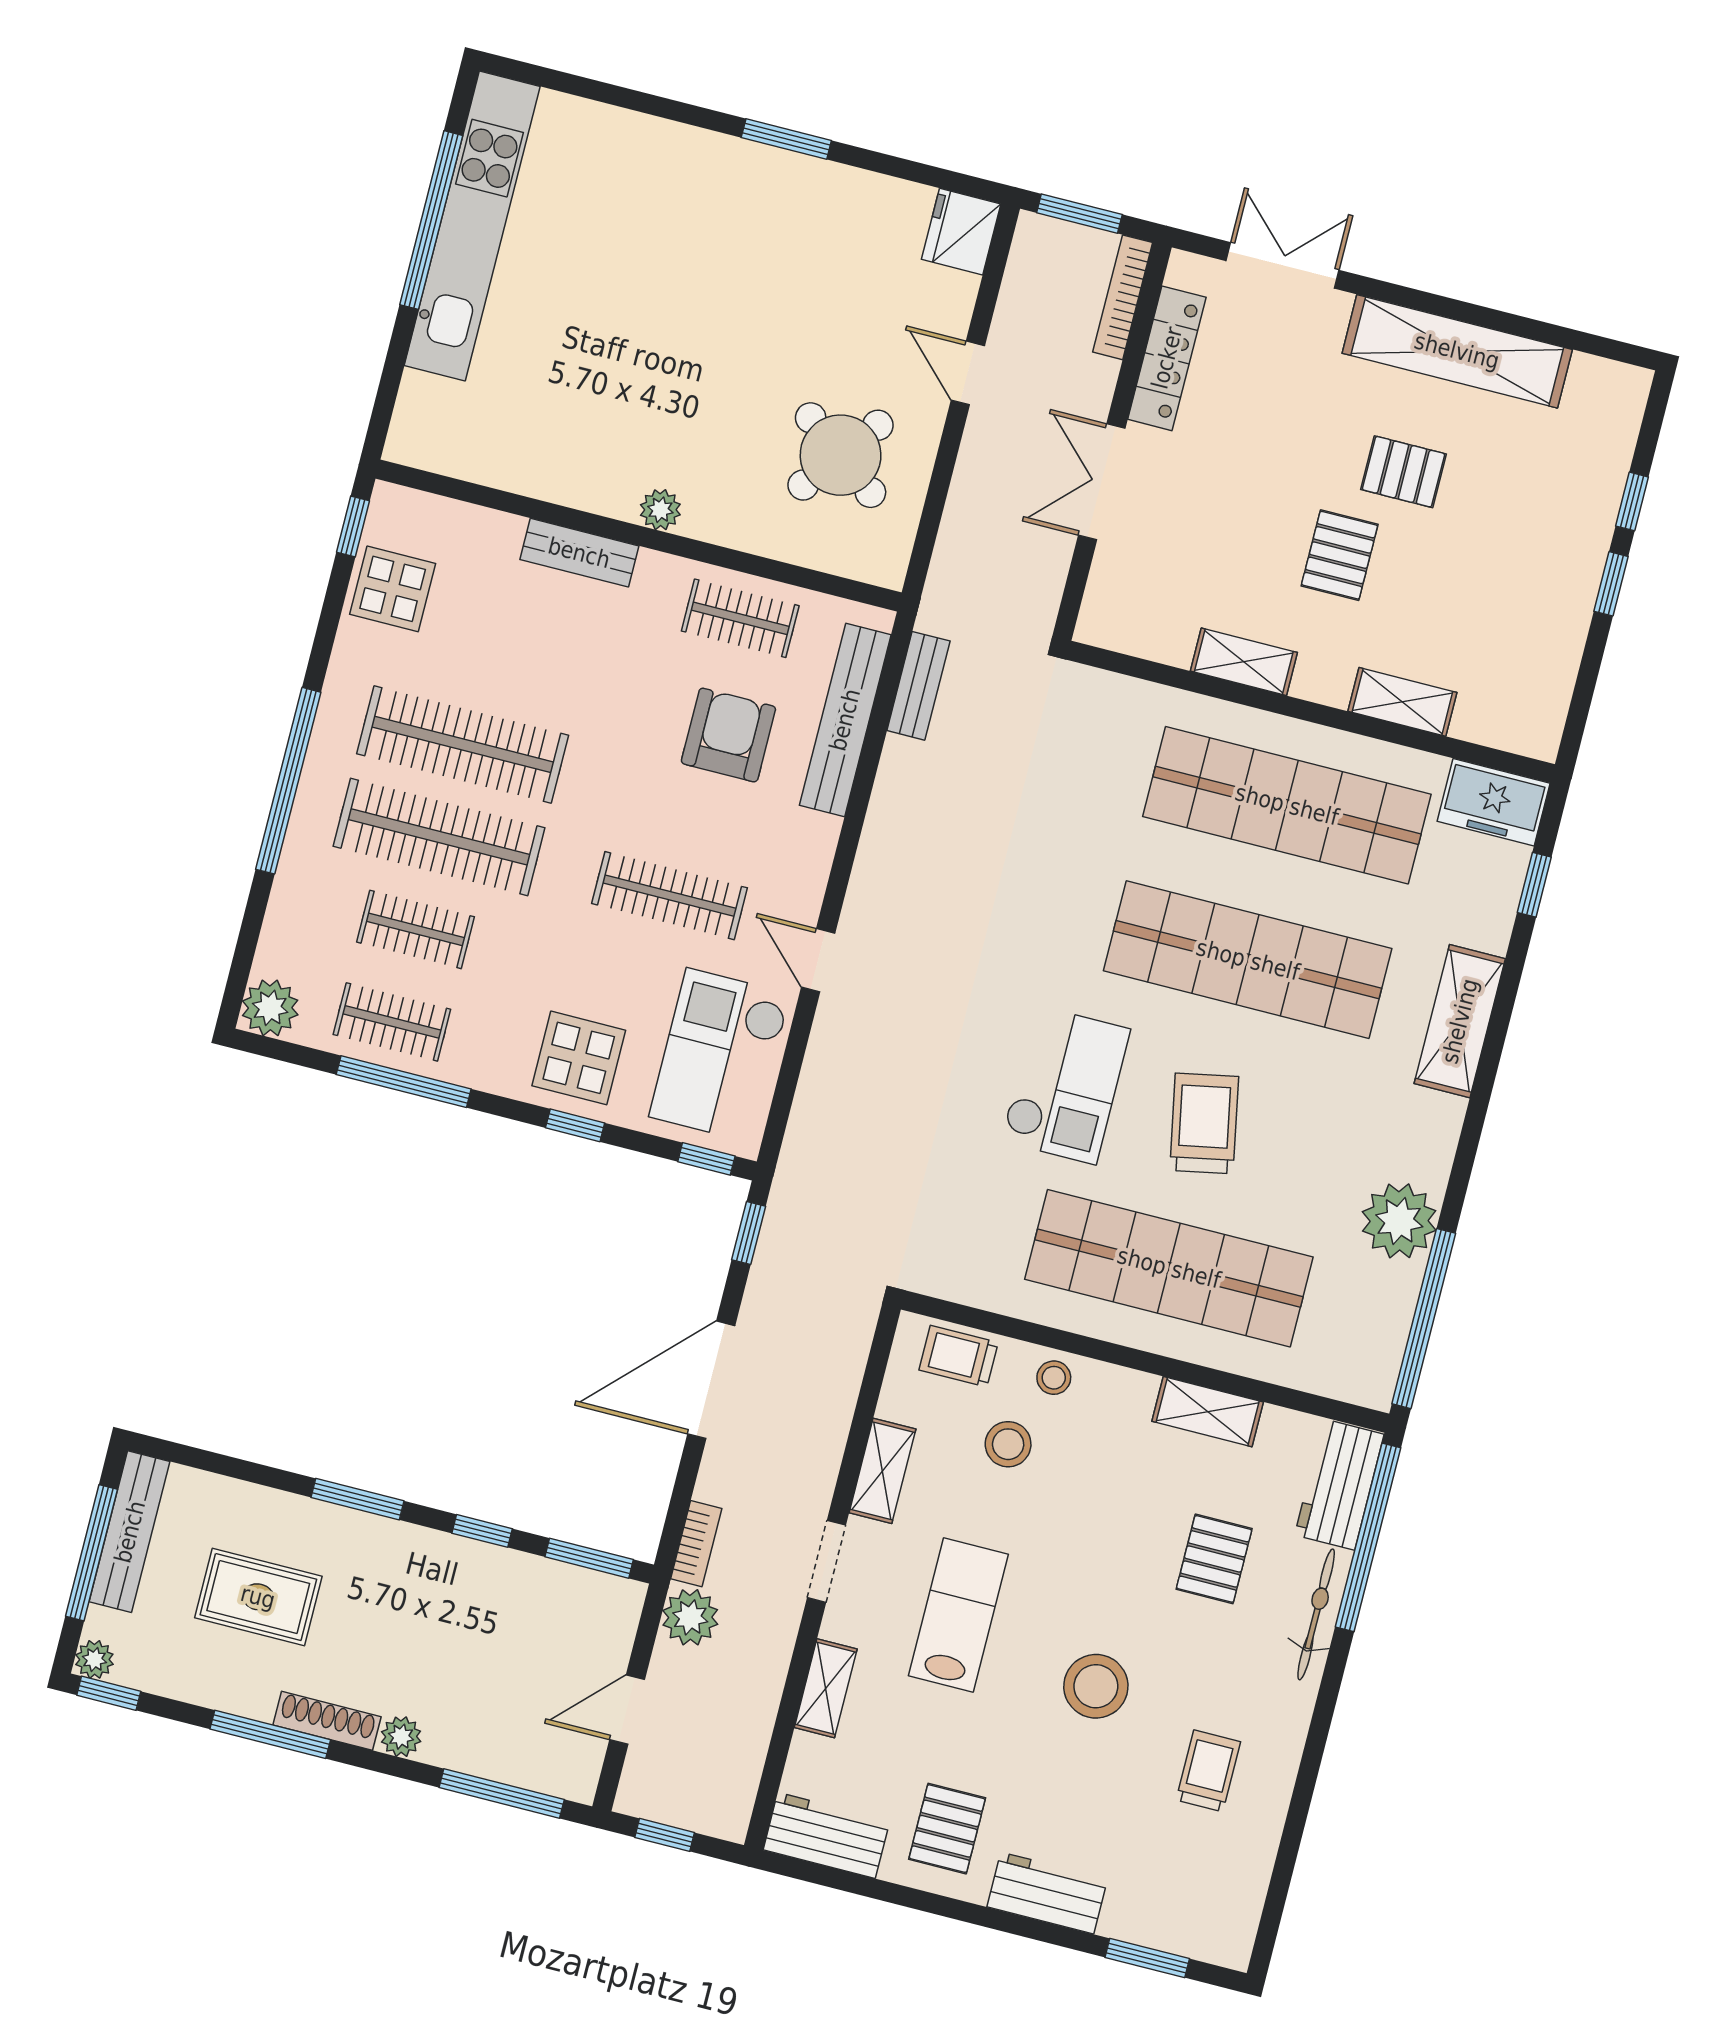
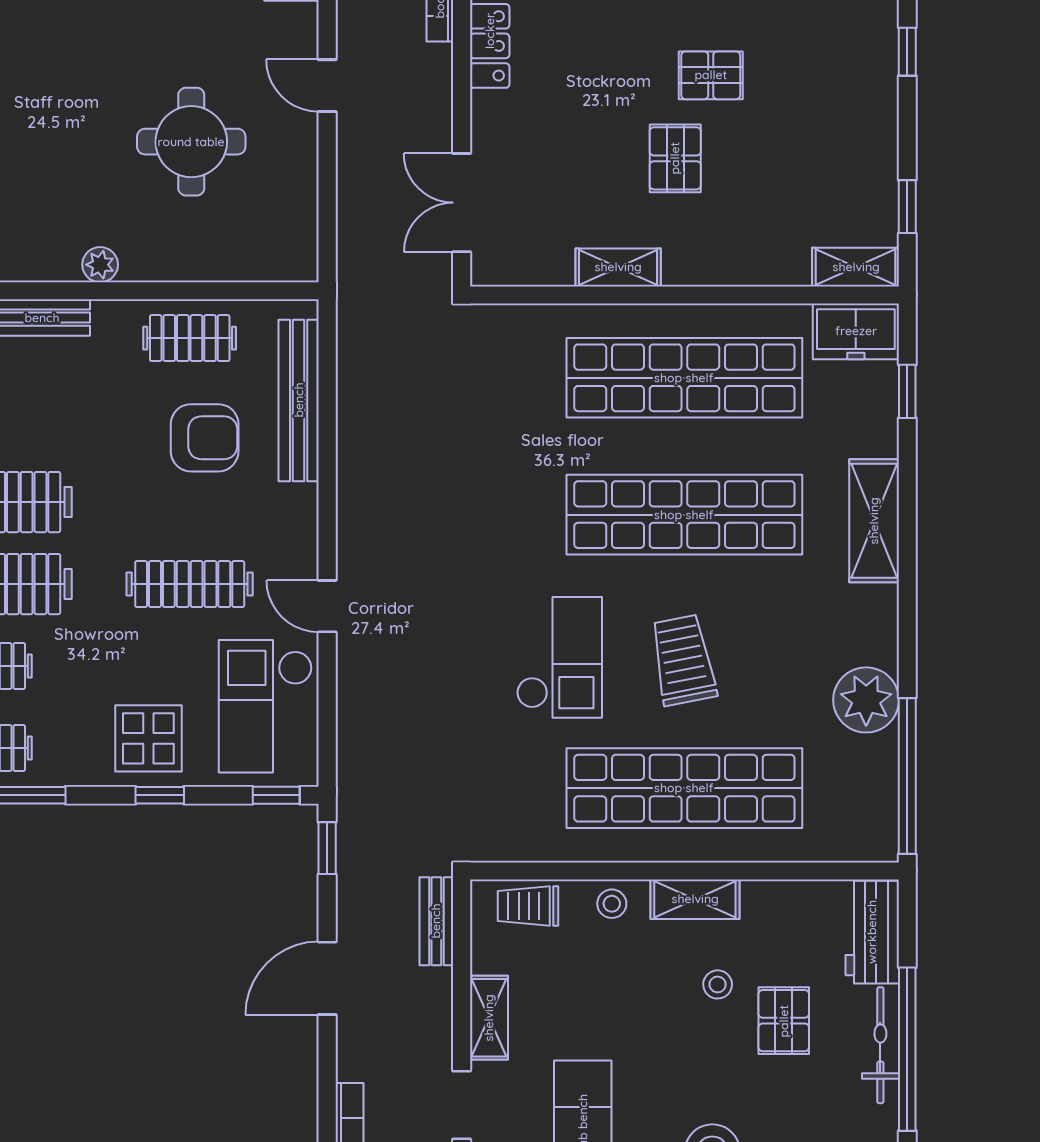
round table: (841, 455) -> (191, 142), moved, turned -37
double door: (1102, 482) -> (462, 203), moved
window: (1611, 584) -> (907, 207), moved
bench: (918, 686) -> (436, 921), moved
shelving: (1402, 702) -> (856, 267), moved
armchair: (728, 735) -> (205, 438), turned 90
door: (711, 1380) -> (327, 978), width x0.73
shelving: (1208, 1412) -> (695, 899), moved
stool: (1008, 1444) -> (718, 984), moved, width x0.73, depth x0.73
window: (1368, 1537) -> (907, 1049), moved

